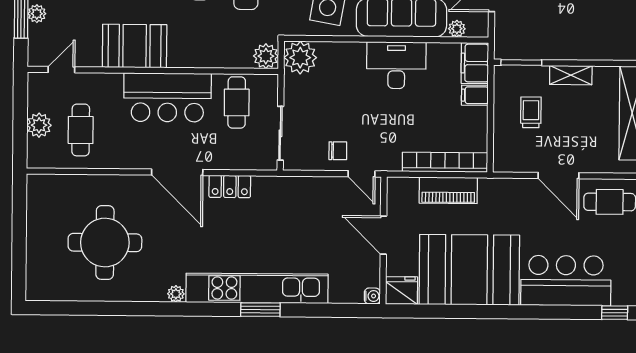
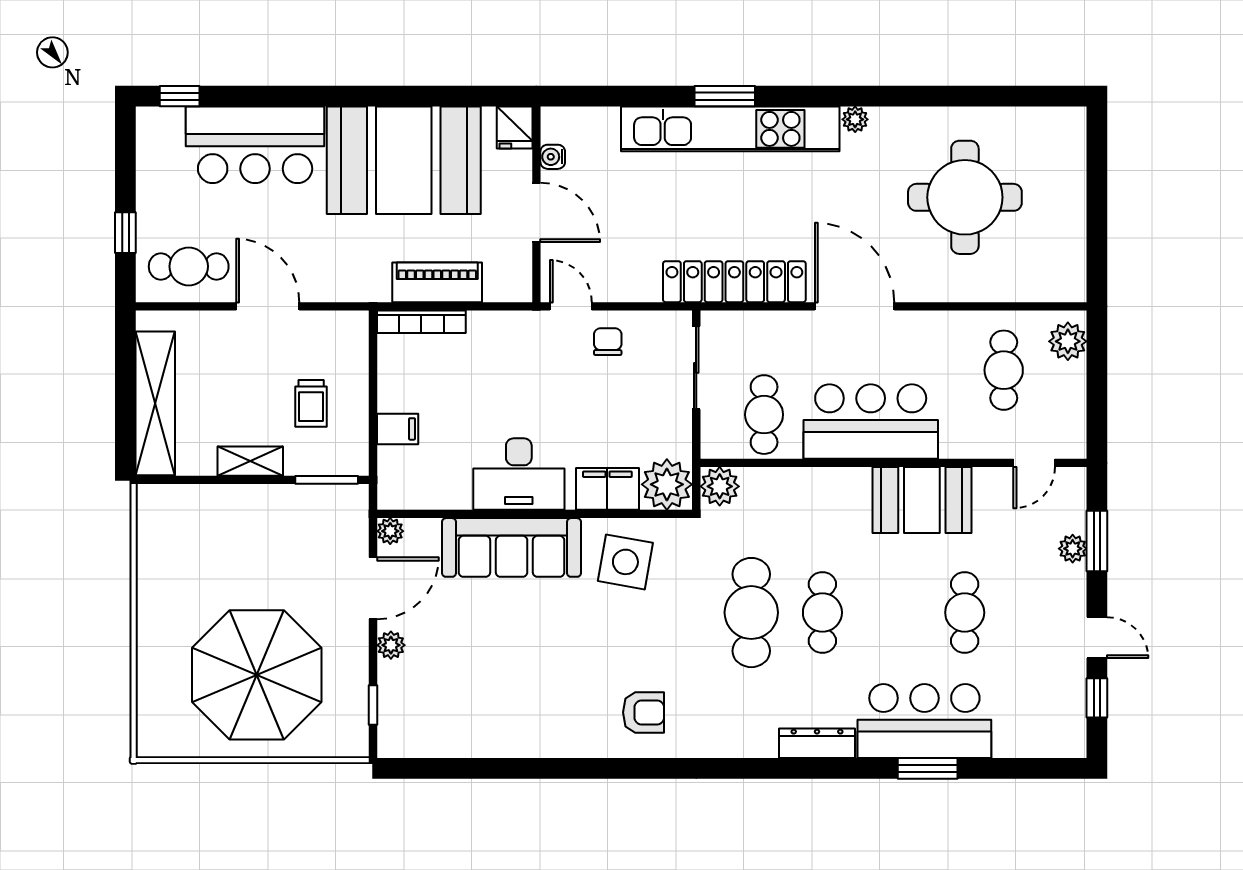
plant: (457, 29) -> (390, 531), moved
filing cabinet: (475, 63) -> (607, 489), moved, turned -90
plant: (39, 125) -> (1068, 341), moved
chair: (338, 151) -> (608, 342), turned 90
bookcase: (445, 162) -> (421, 322), width x0.68, depth x0.76
locker: (230, 186) -> (734, 282), width x2.16, depth x1.21
fridge: (402, 290) -> (515, 127), width x0.72
water cooler: (372, 296) -> (553, 157), moved

